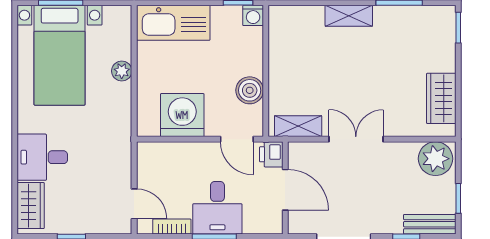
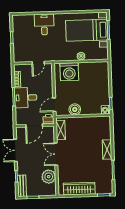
kitchen sink: (173, 23) -> (102, 77), removed
wardrobe: (441, 98) -> (79, 189), width x1.50
washing machine: (182, 115) -> (69, 72), moved, turned 90
double door: (356, 139) -> (56, 154), swing flipped
plant: (436, 159) -> (49, 177), moved
door: (134, 204) -> (38, 63), moved
wardrobe: (31, 206) -> (24, 20), removed

